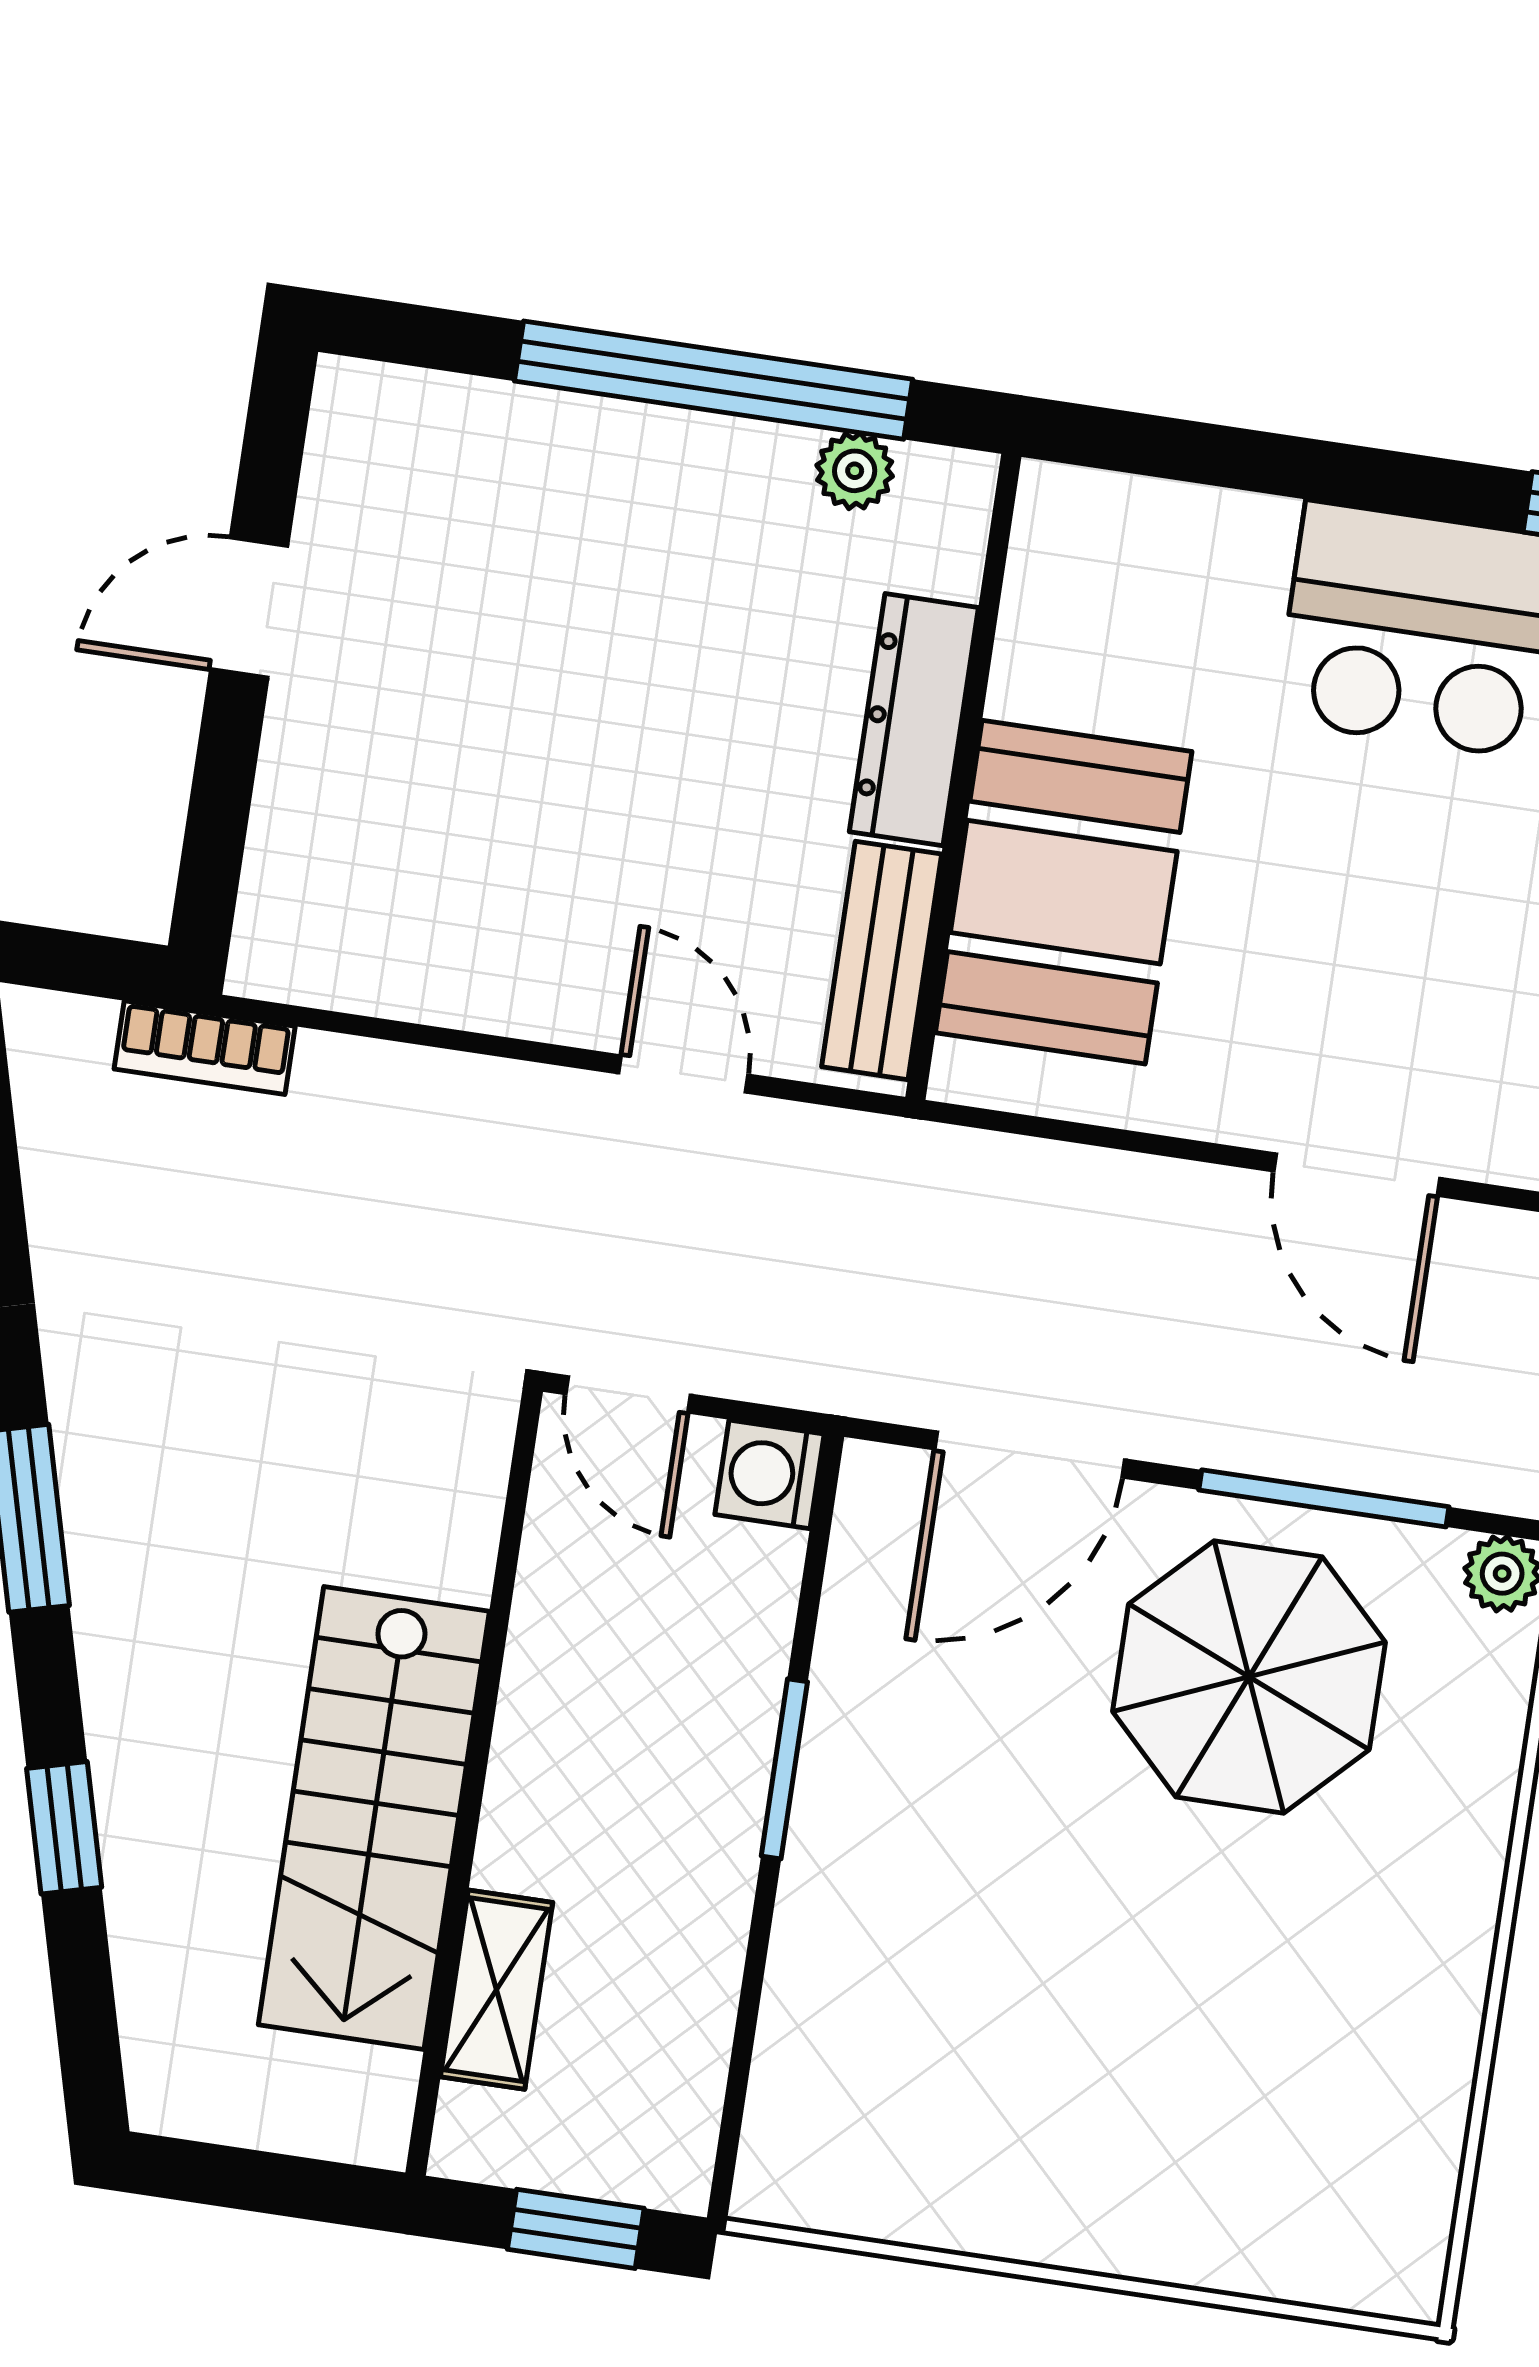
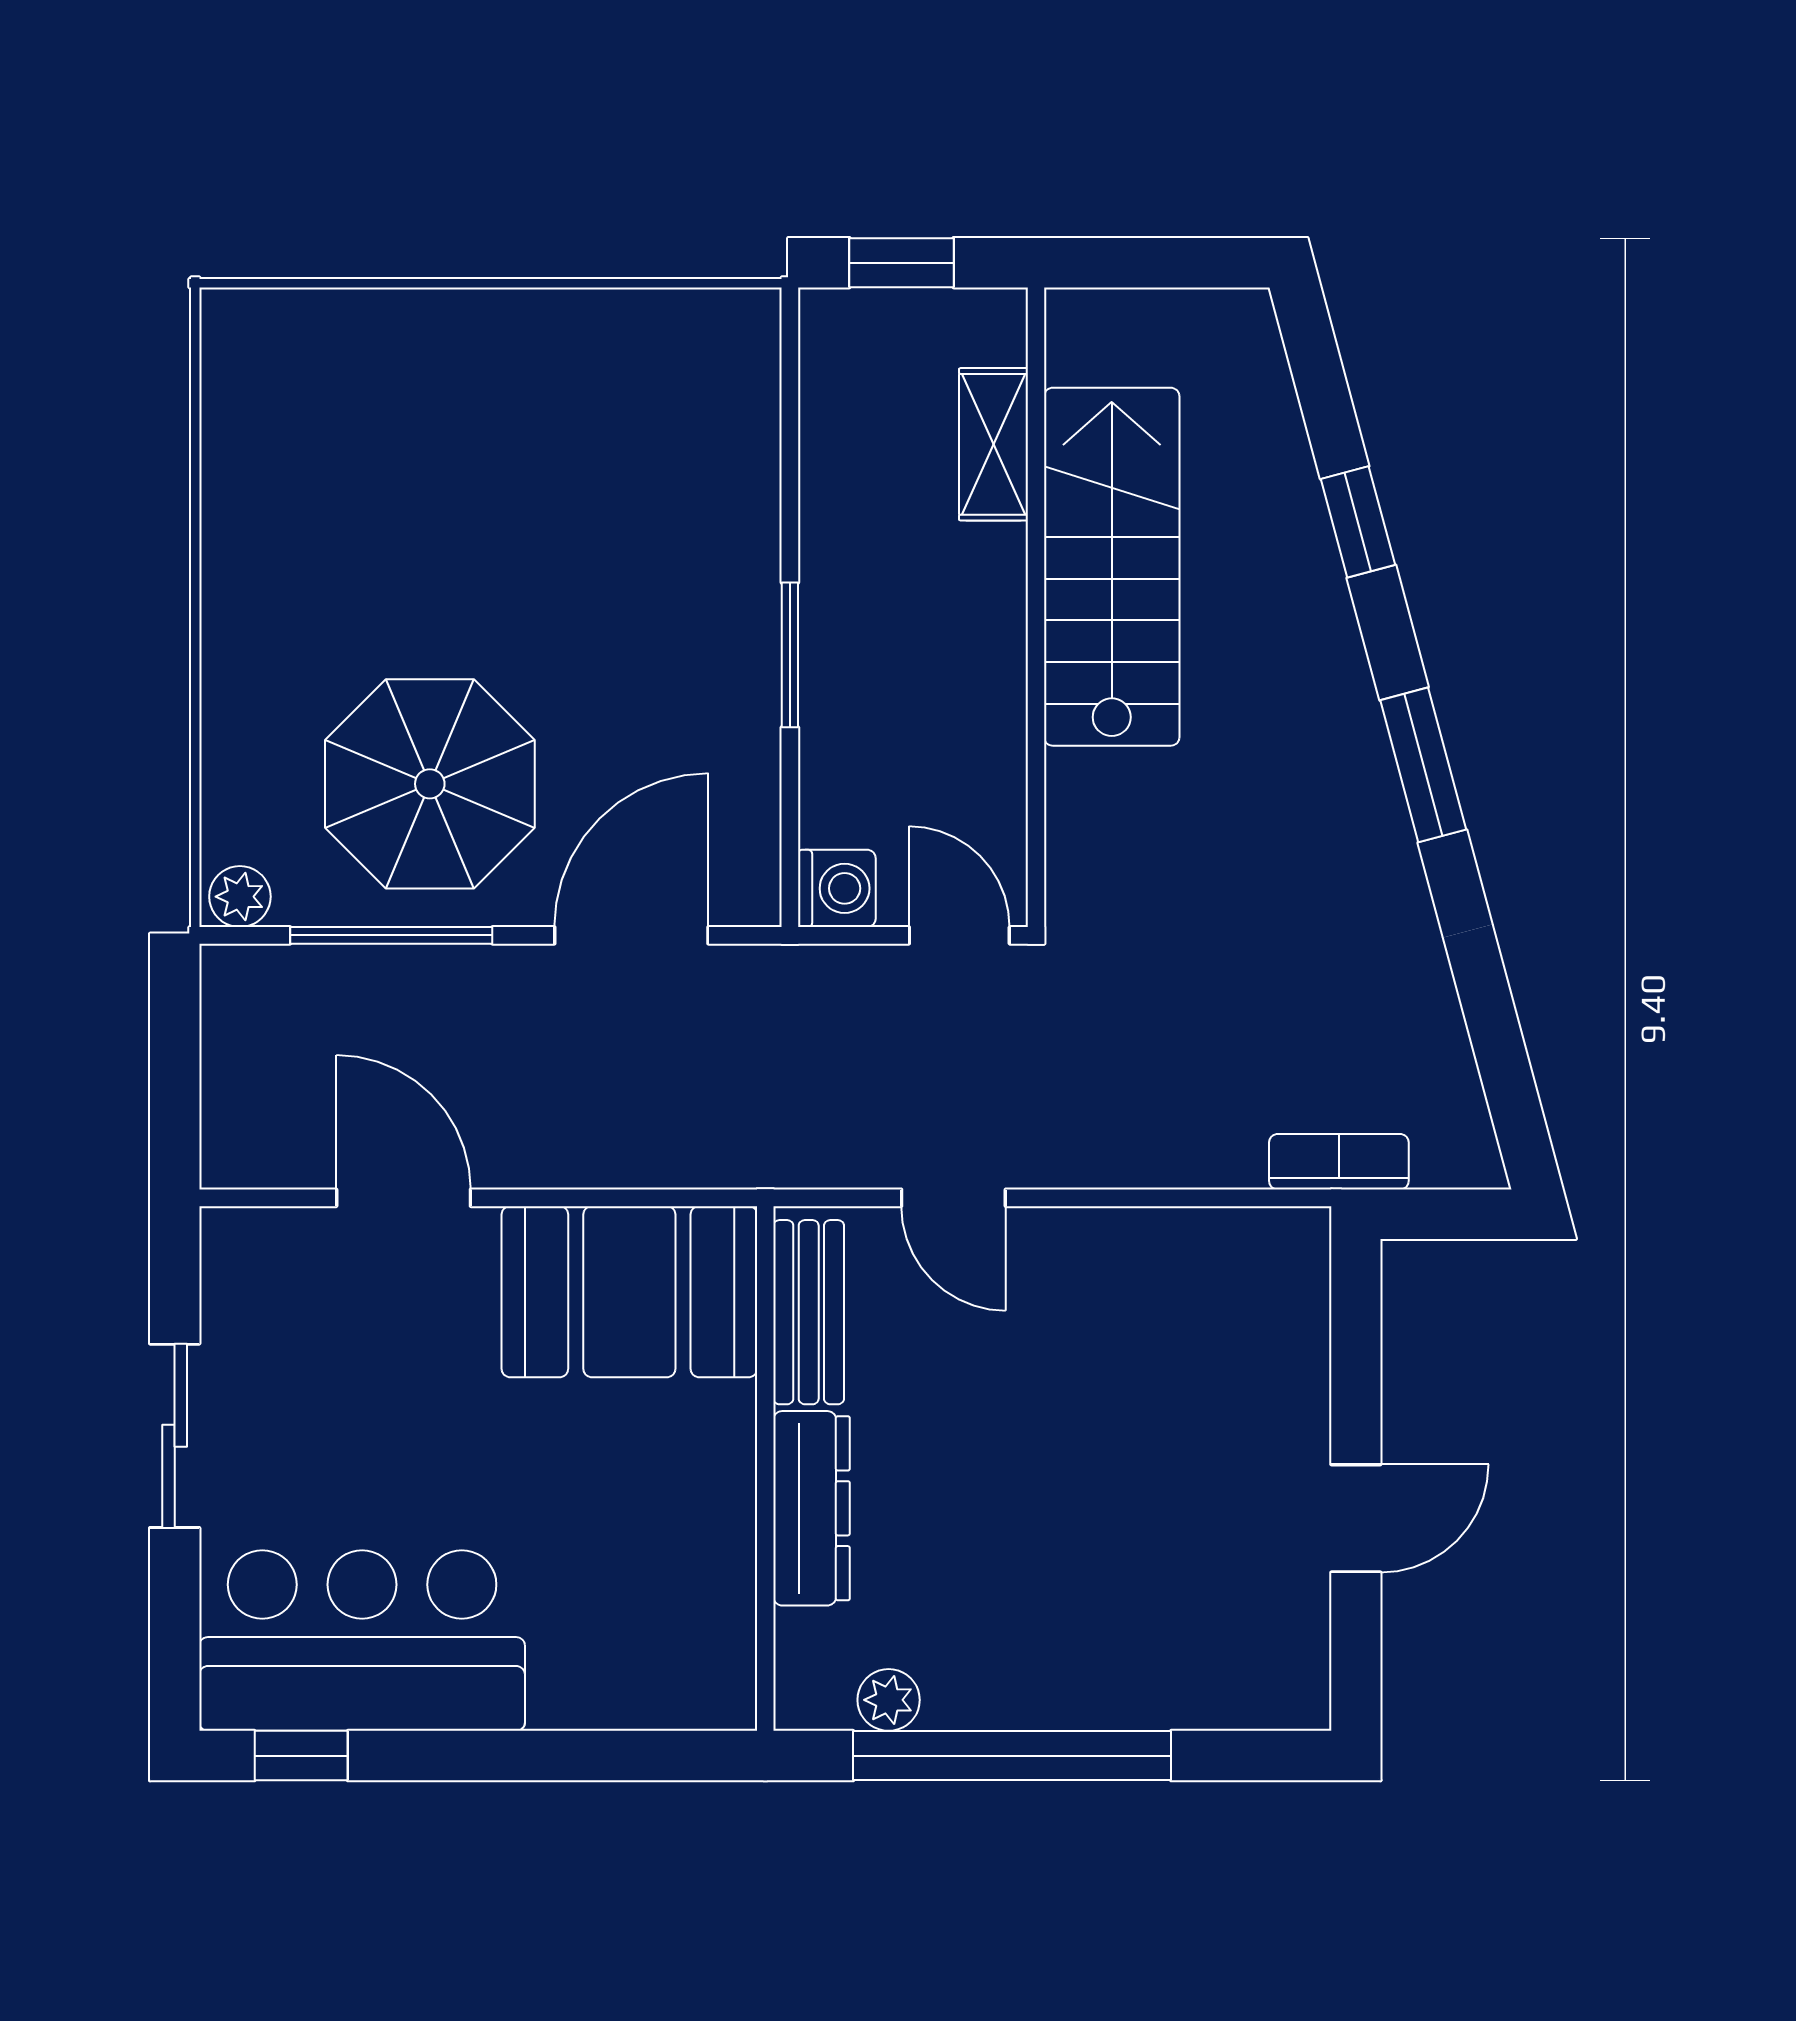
booth: (1064, 892) -> (629, 1292), moved, turned 90

